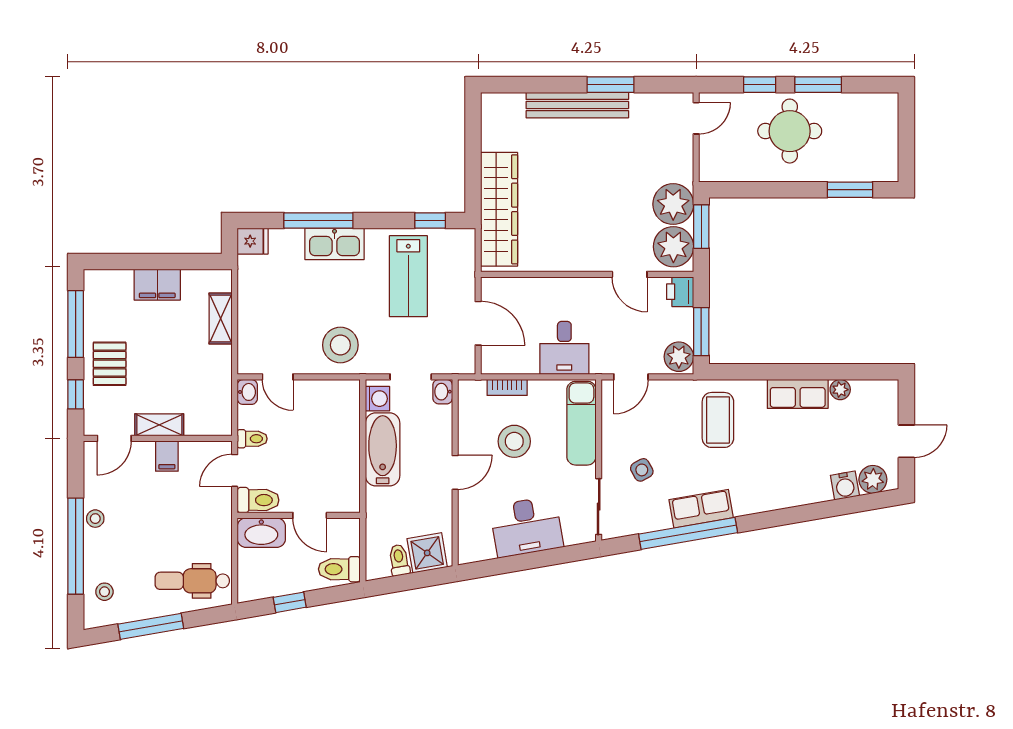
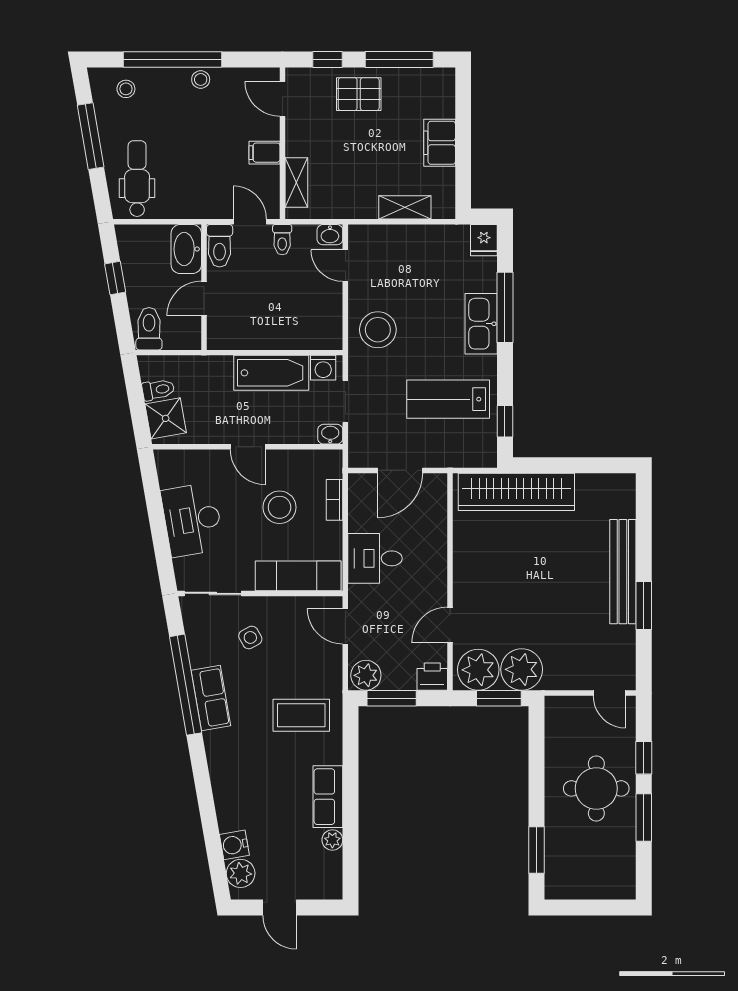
door: (278, 377) -> (345, 266), hinge flipped
shelving: (159, 425) -> (296, 182), moved

